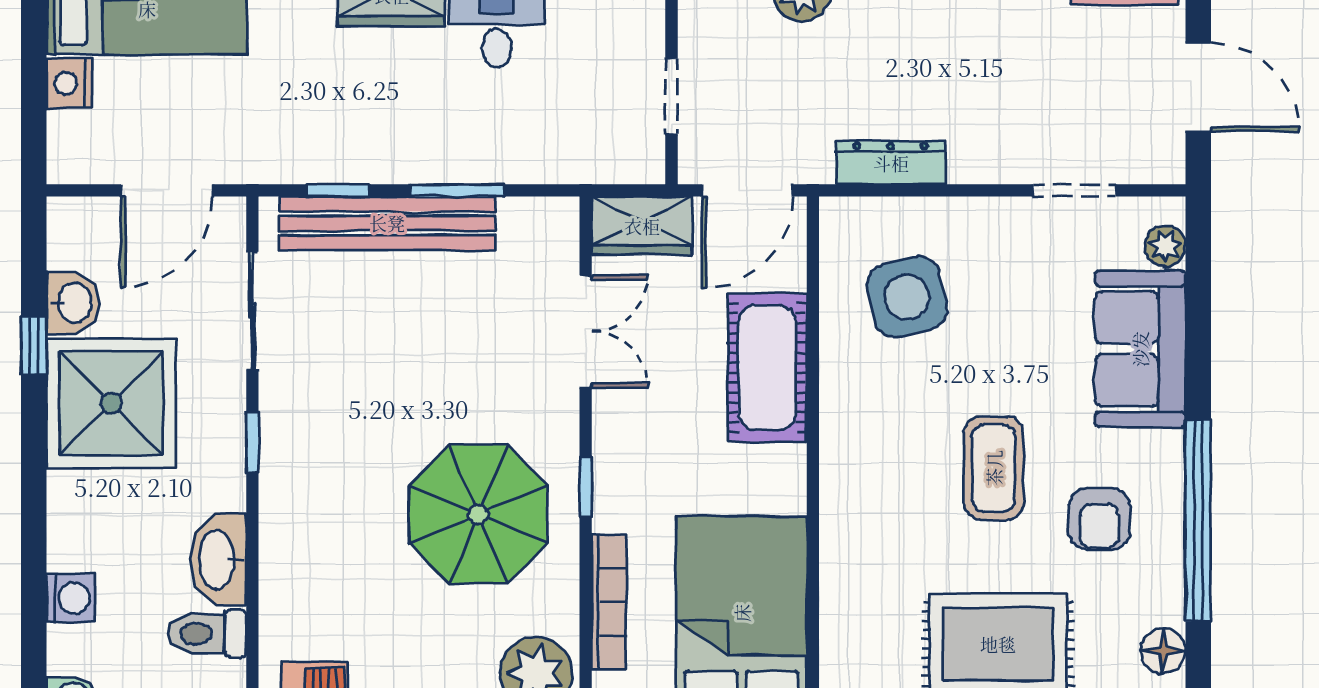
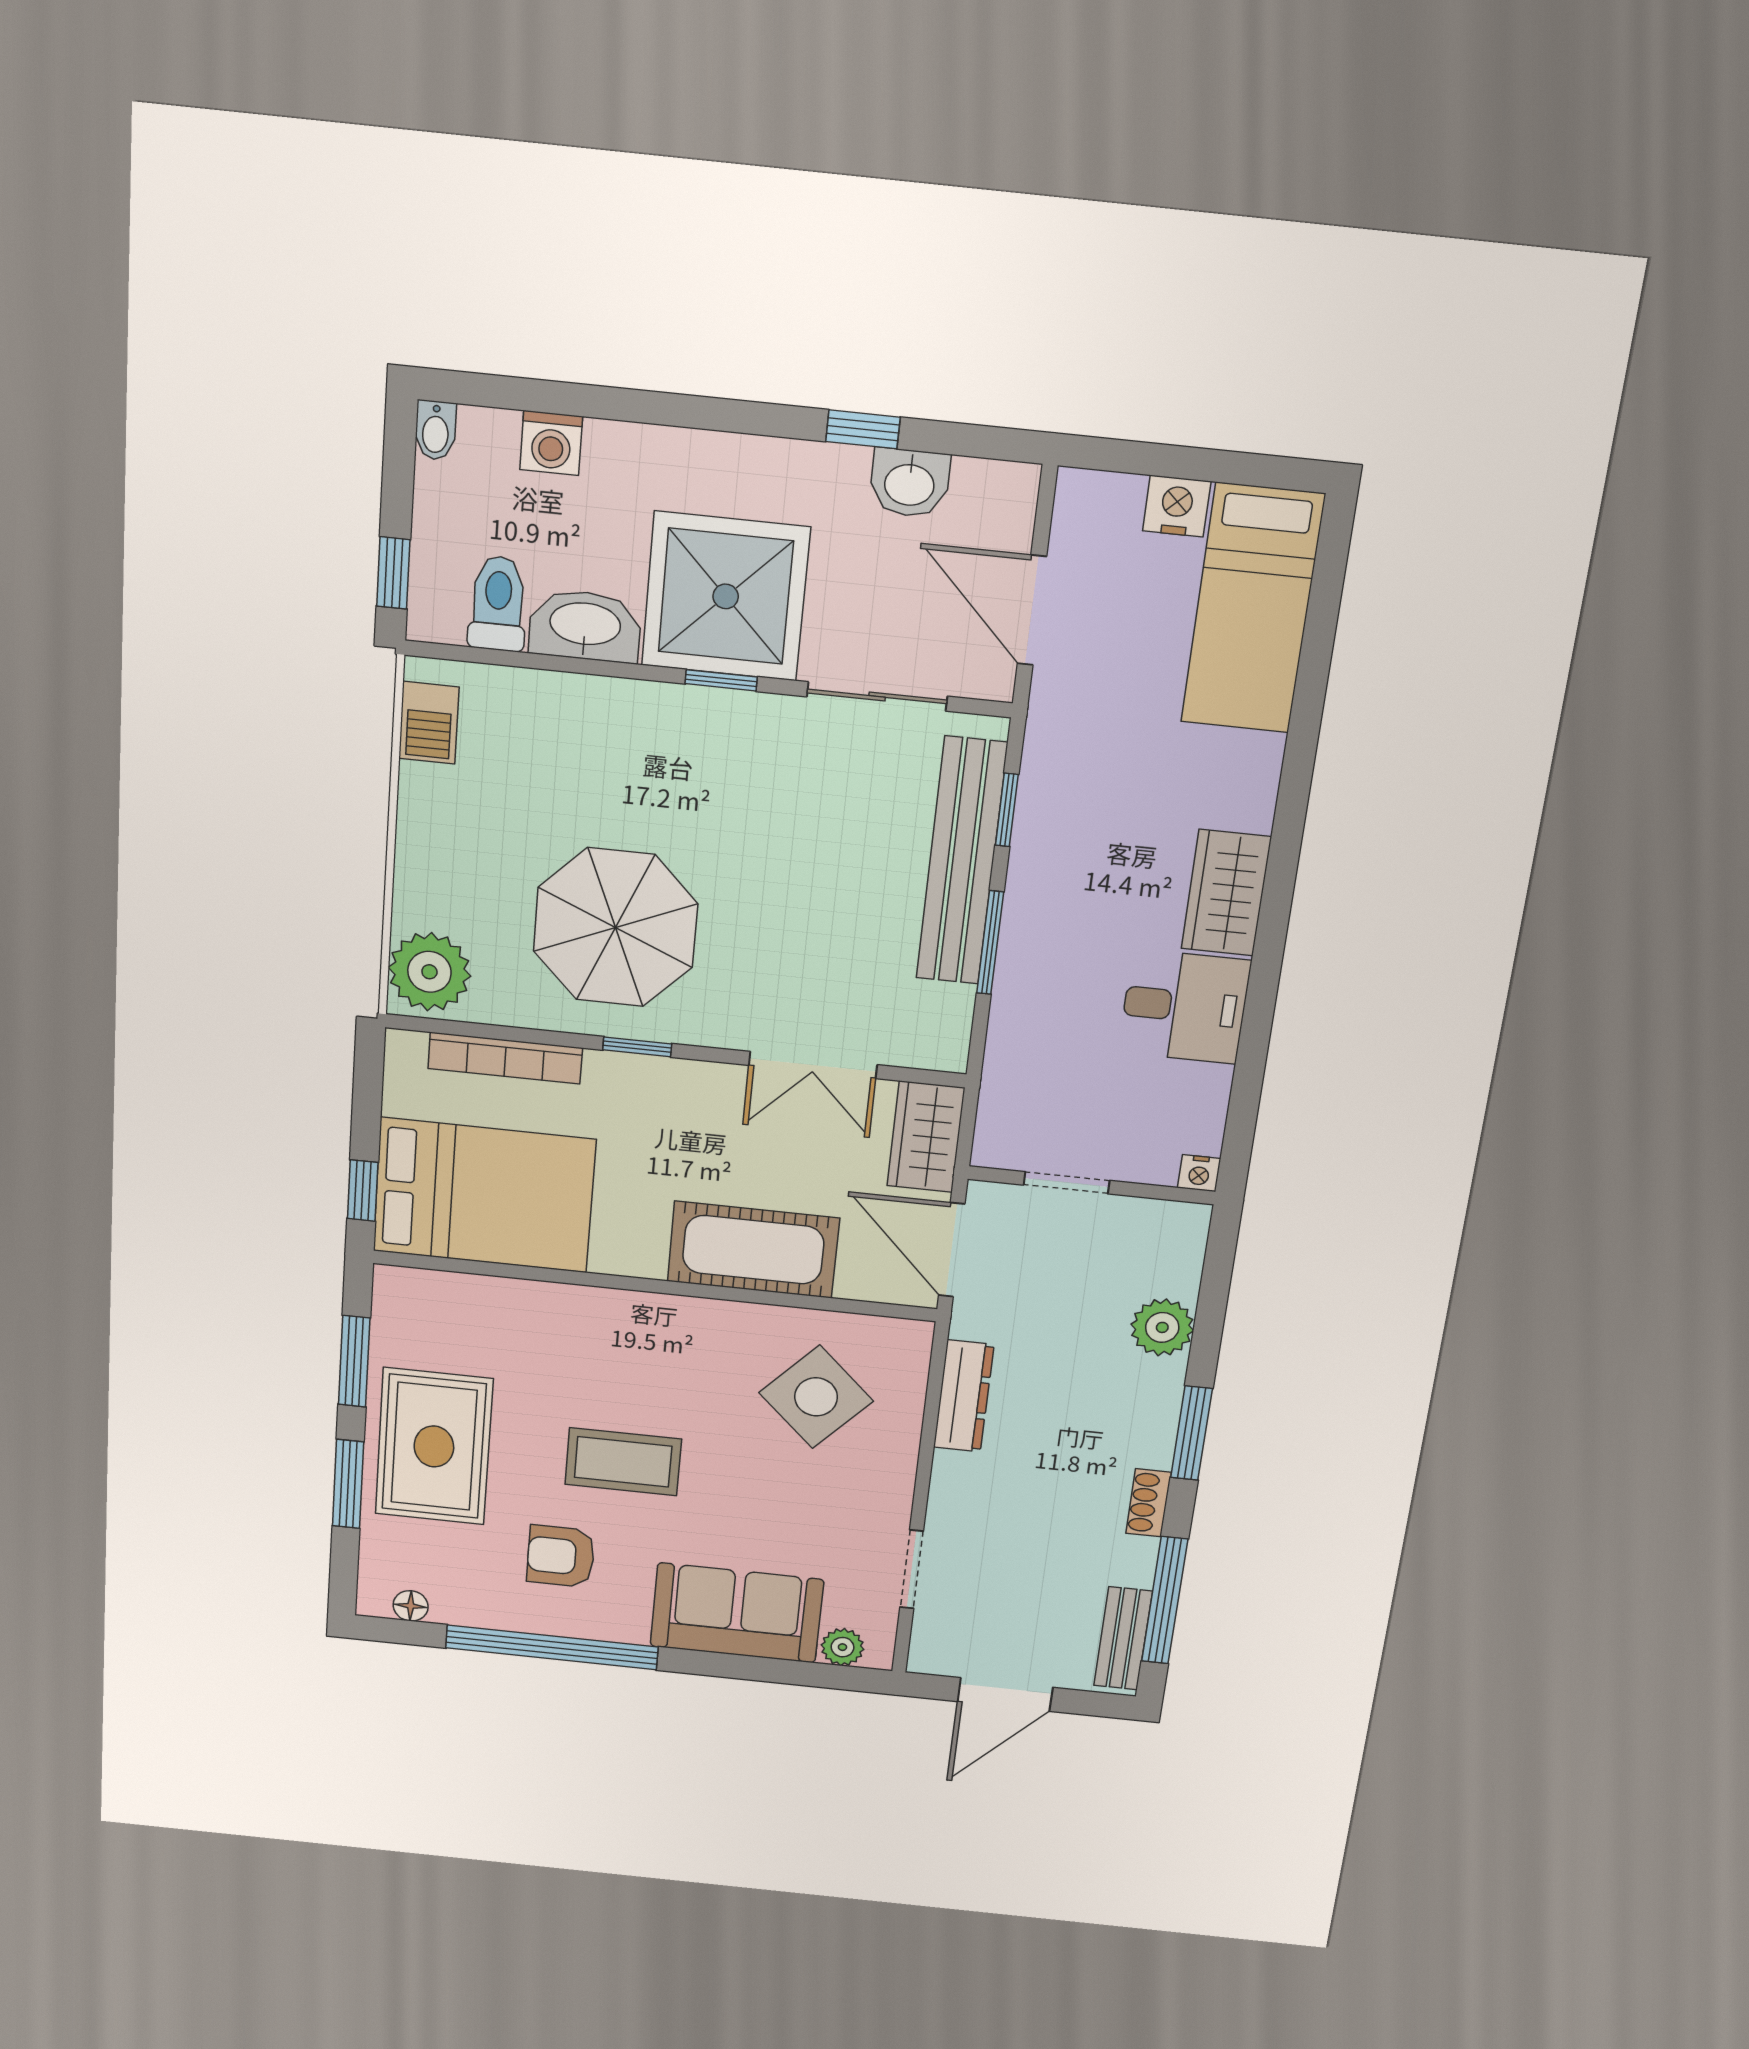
side table: (907, 297) -> (816, 1397), turned -33
shower: (111, 403) -> (726, 596), moved
floor lamp: (1163, 651) -> (411, 1606), width x0.73, depth x0.73

